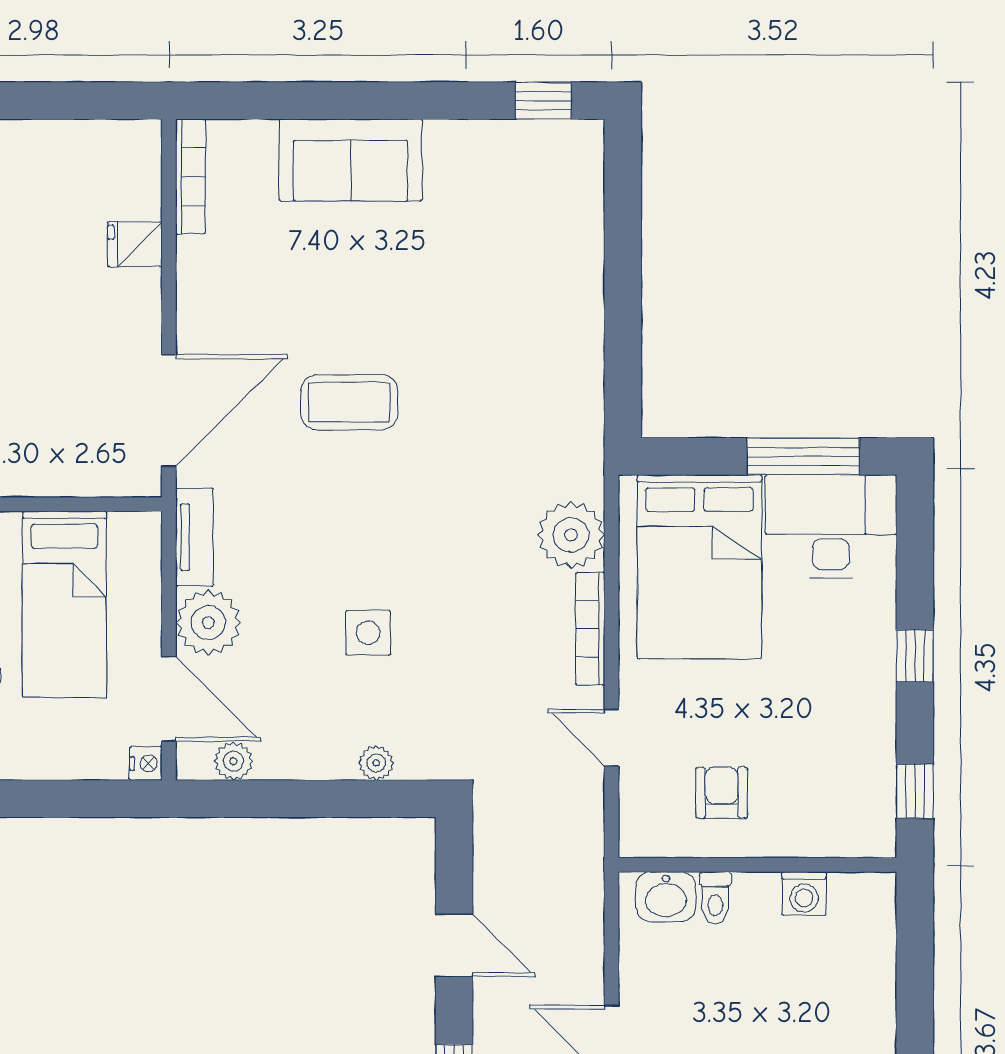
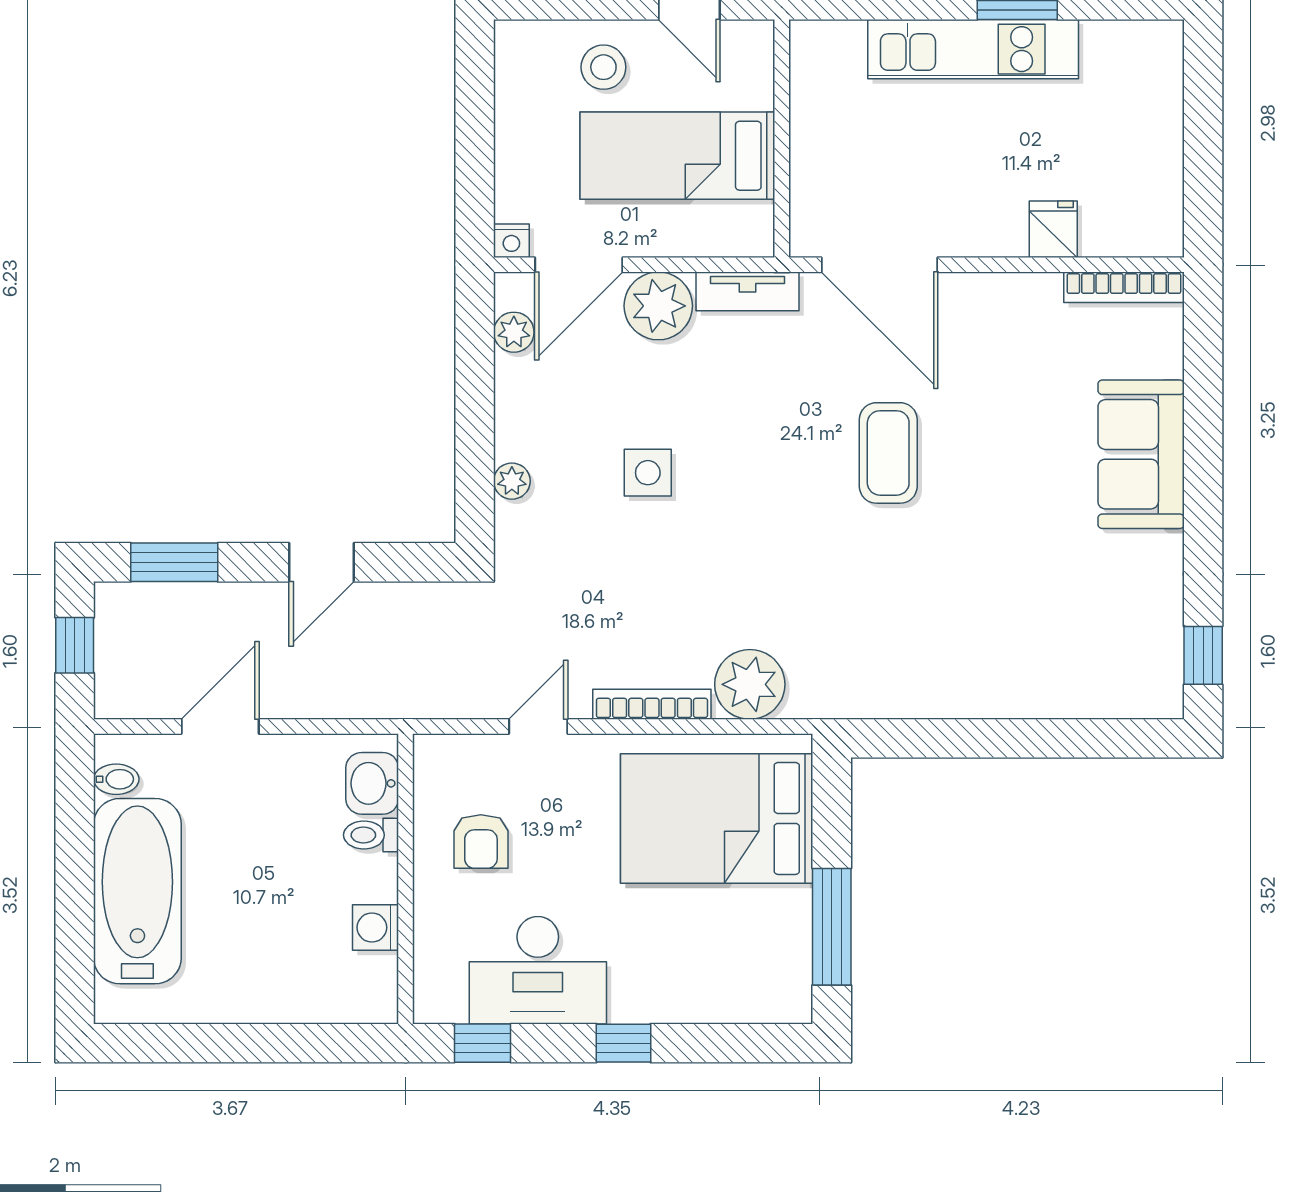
desk: (831, 526) -> (538, 970), moved, turned 90
armchair: (722, 793) -> (481, 841), turned 90

